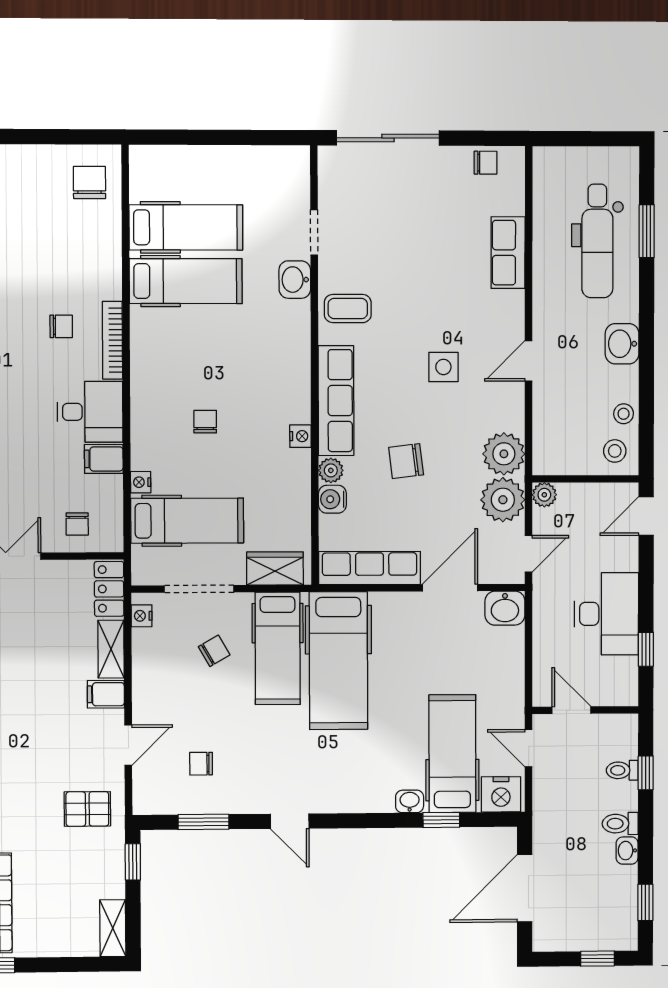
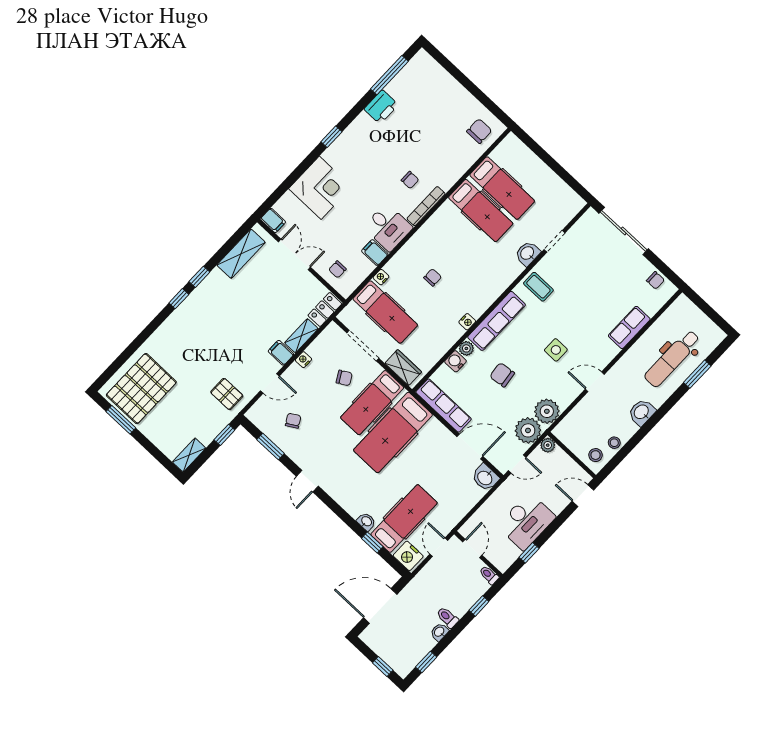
nightstand: (142, 616) -> (303, 360), moved
chair: (201, 764) -> (293, 421), turned 59
toilet: (622, 770) -> (489, 575), moved

